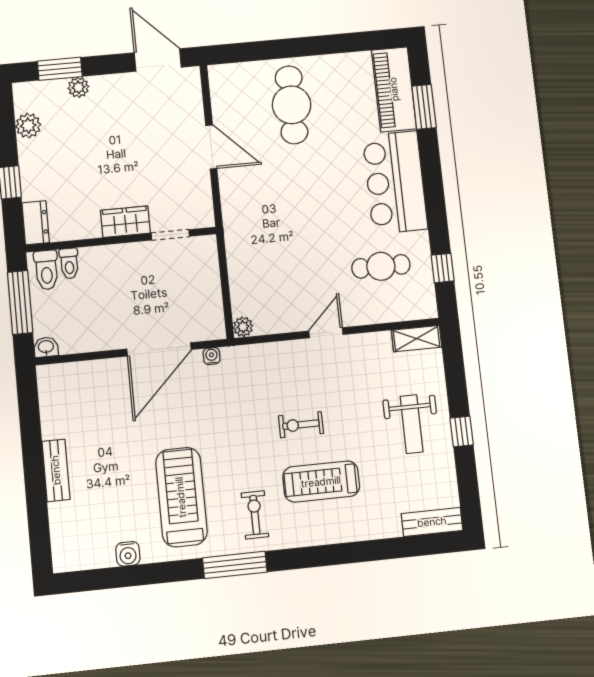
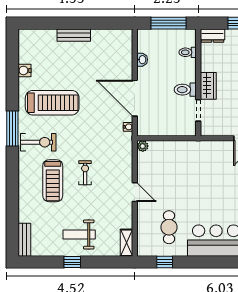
toilet: (46, 270) -> (185, 90), moved
washbasin: (46, 347) -> (142, 60), moved
treadmill: (321, 482) -> (53, 181), turned 180
exercise bike: (255, 515) -> (38, 142), width x1.38, depth x1.39

